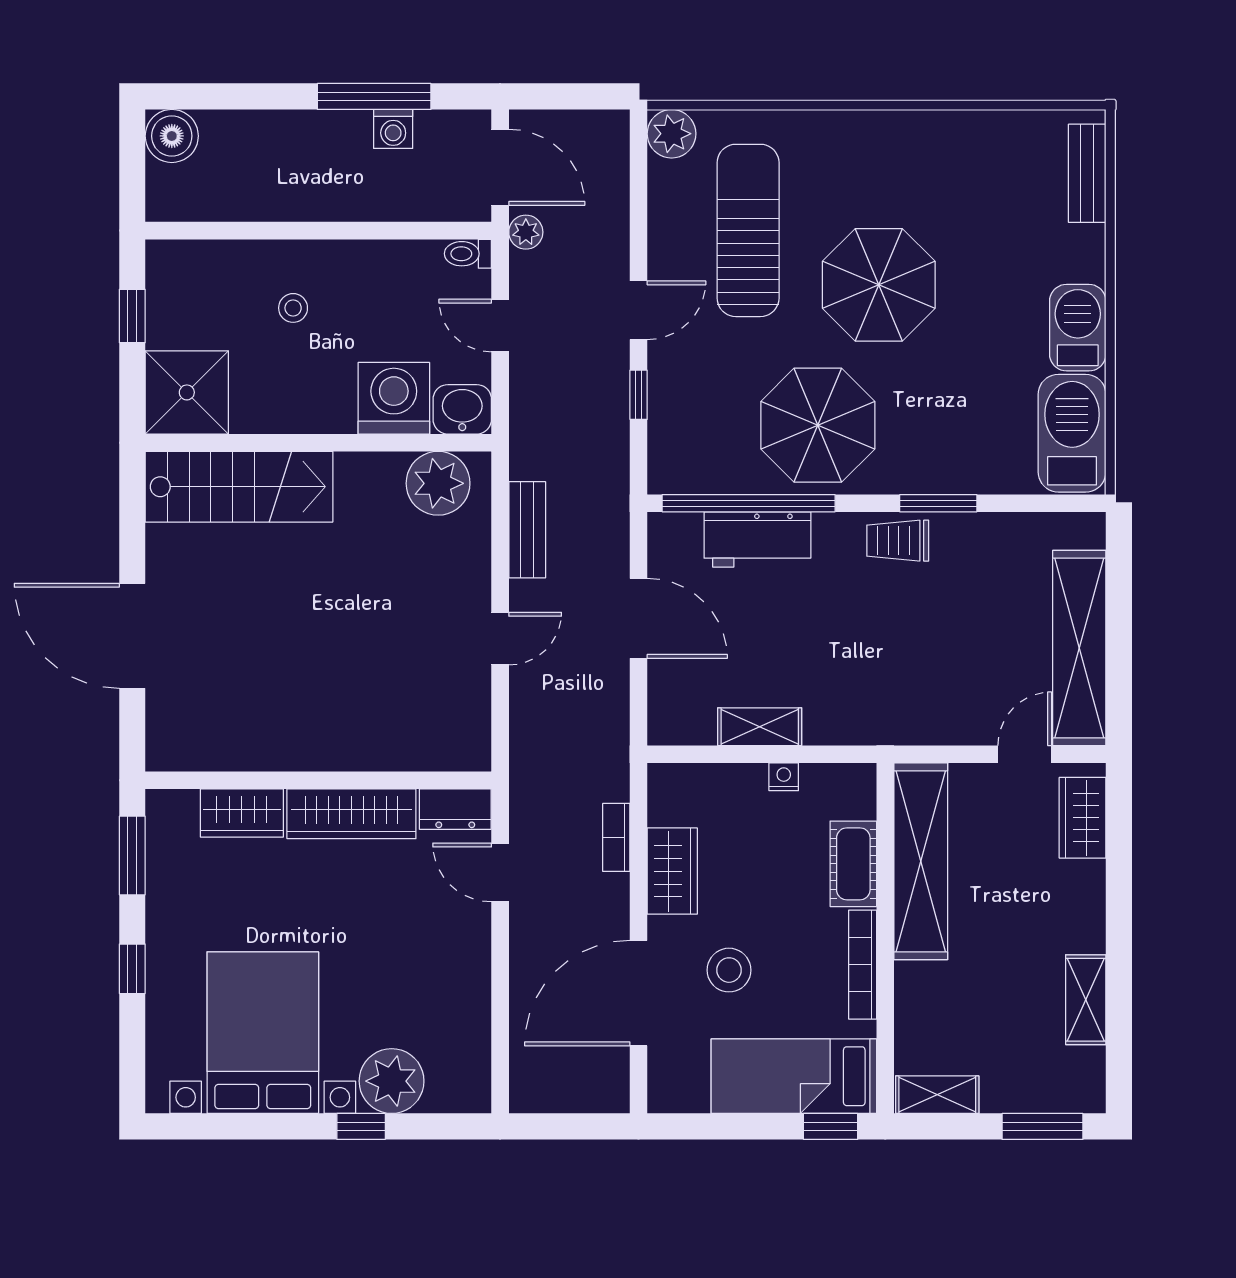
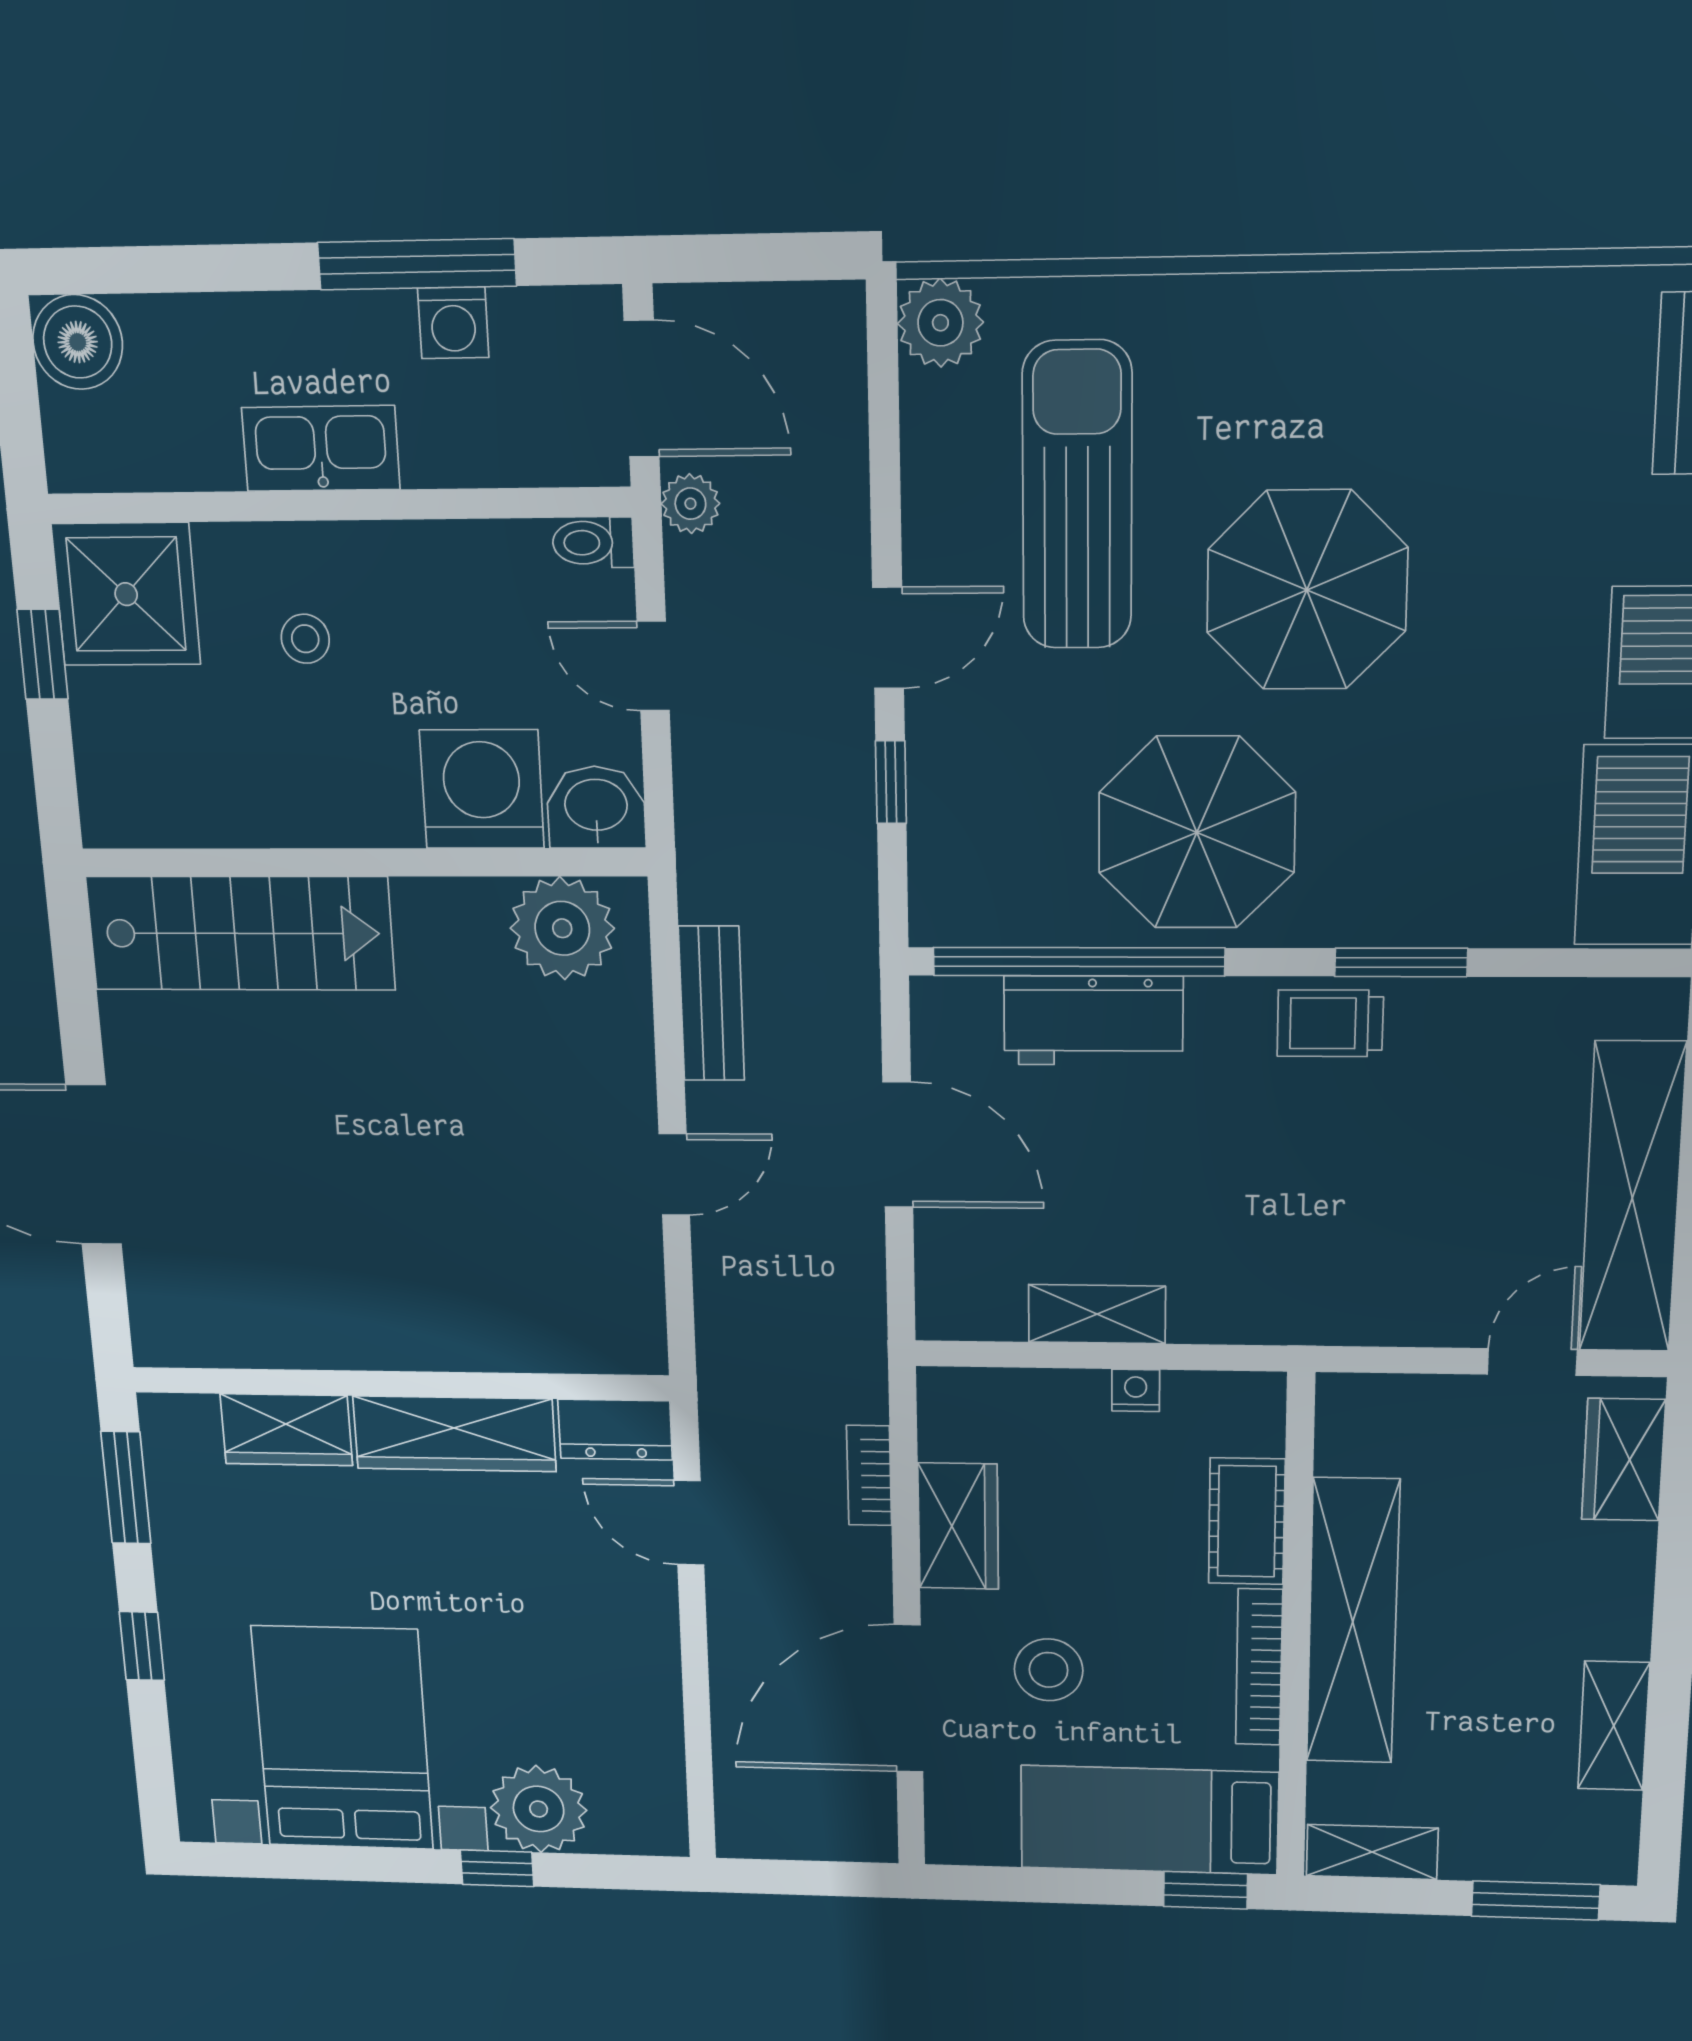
kitchen sink: (311, 198) -> (321, 448), added
shower: (187, 392) -> (126, 594), moved
shelving: (921, 861) -> (1353, 1622), moved

